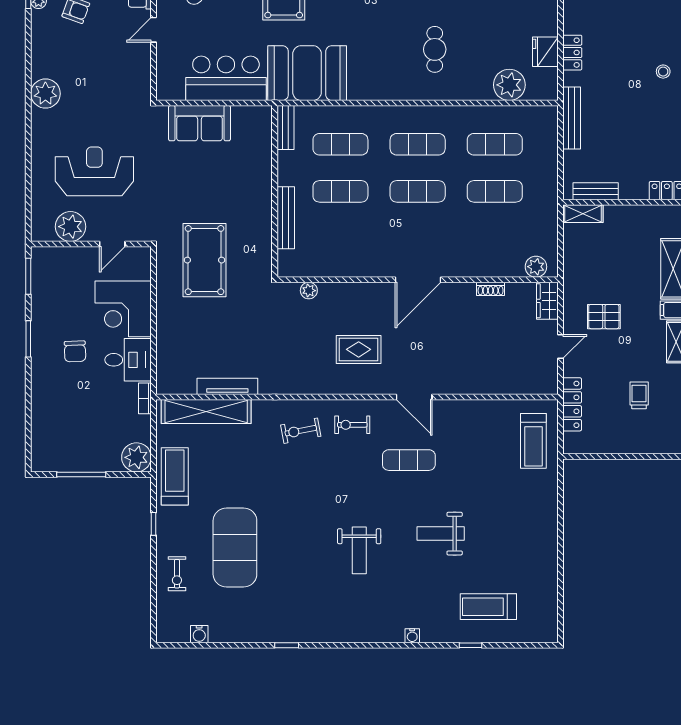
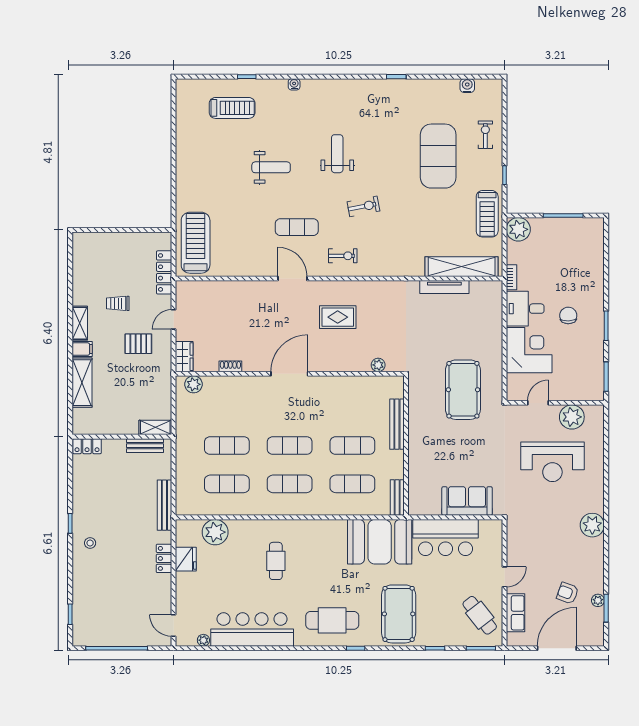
trolley: (639, 395) -> (118, 303), moved, turned 90
exercise bike: (301, 431) -> (363, 206), moved
treadmill: (533, 441) -> (196, 243), width x1.37, depth x1.38

